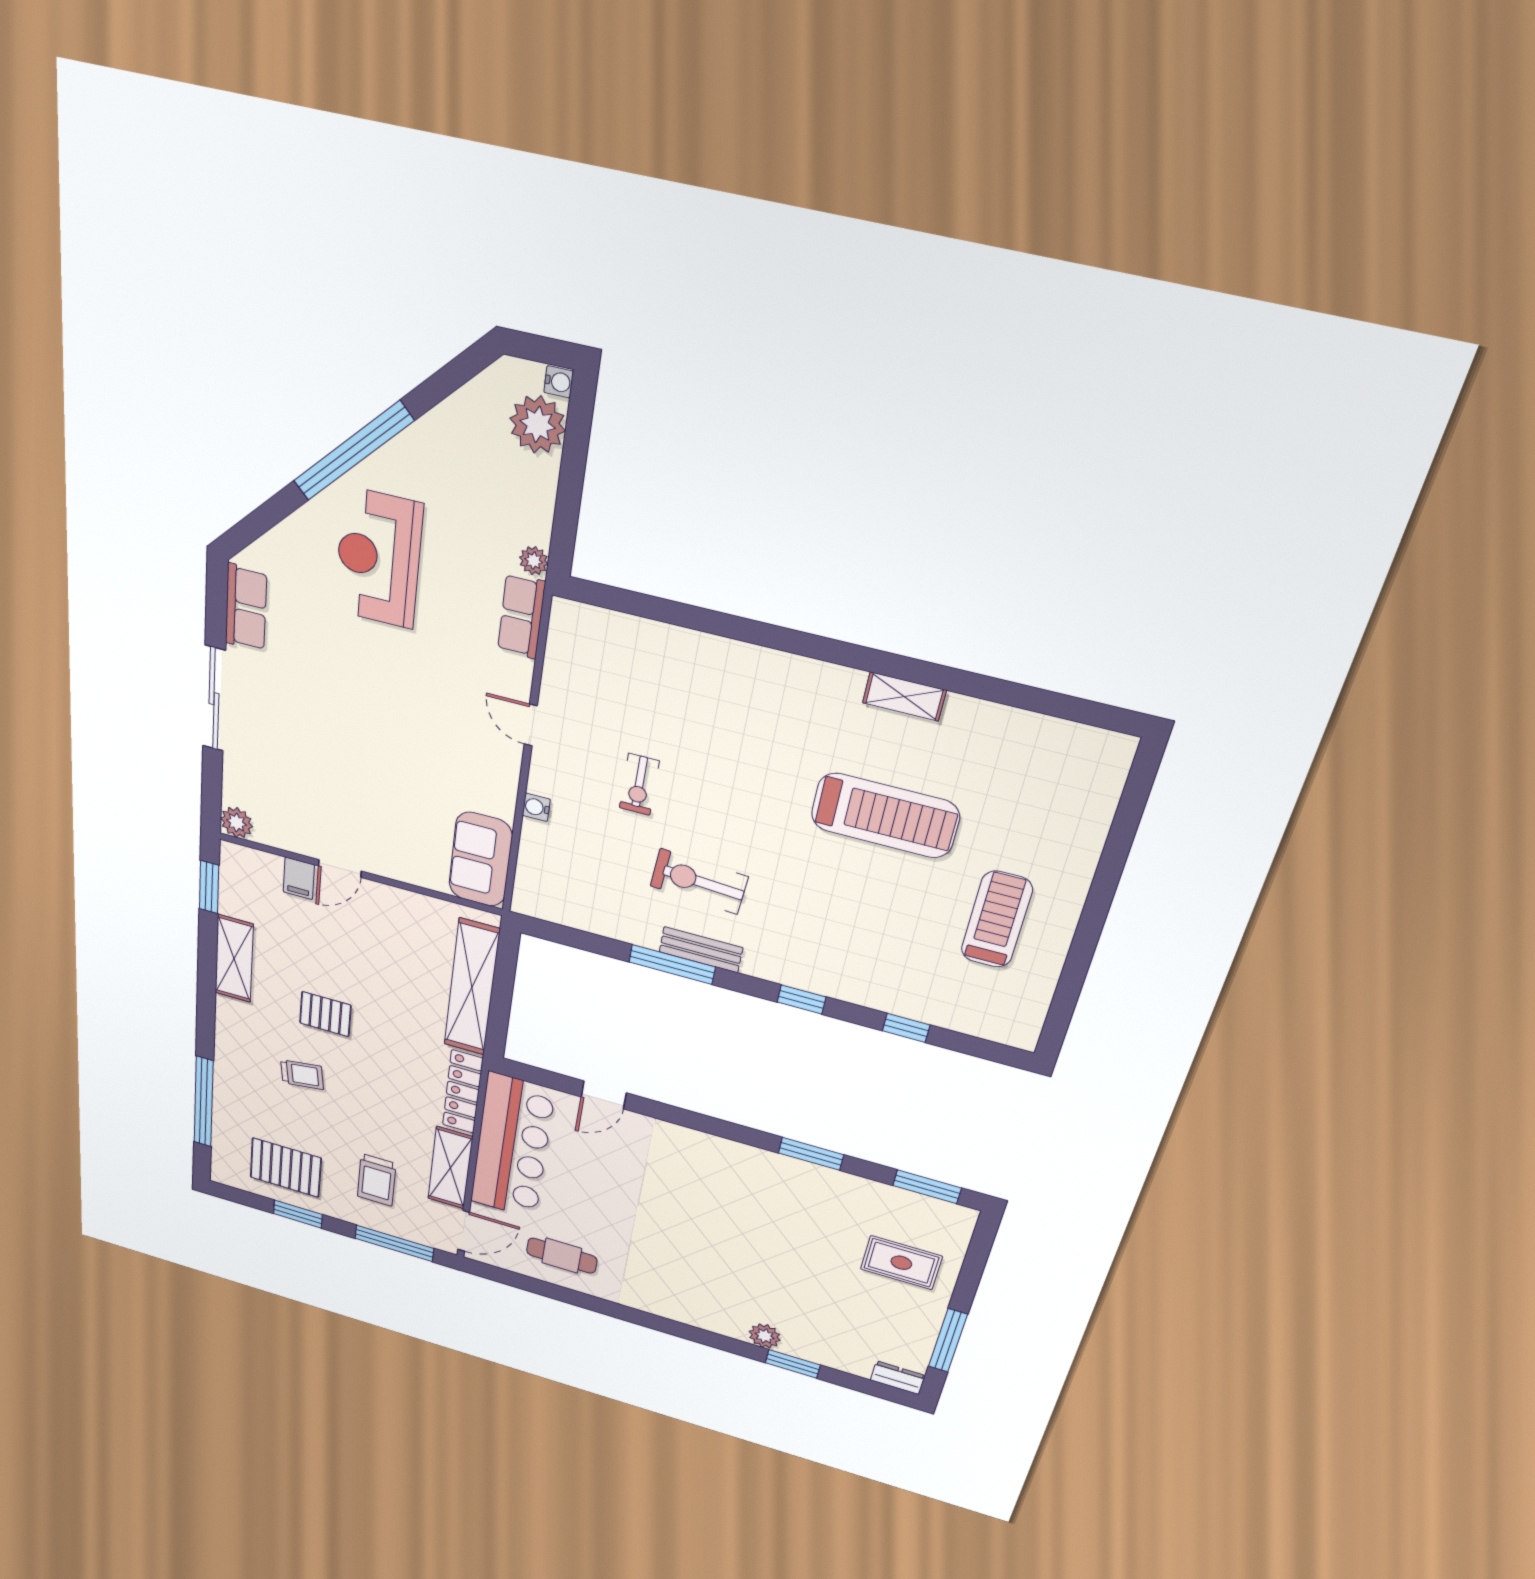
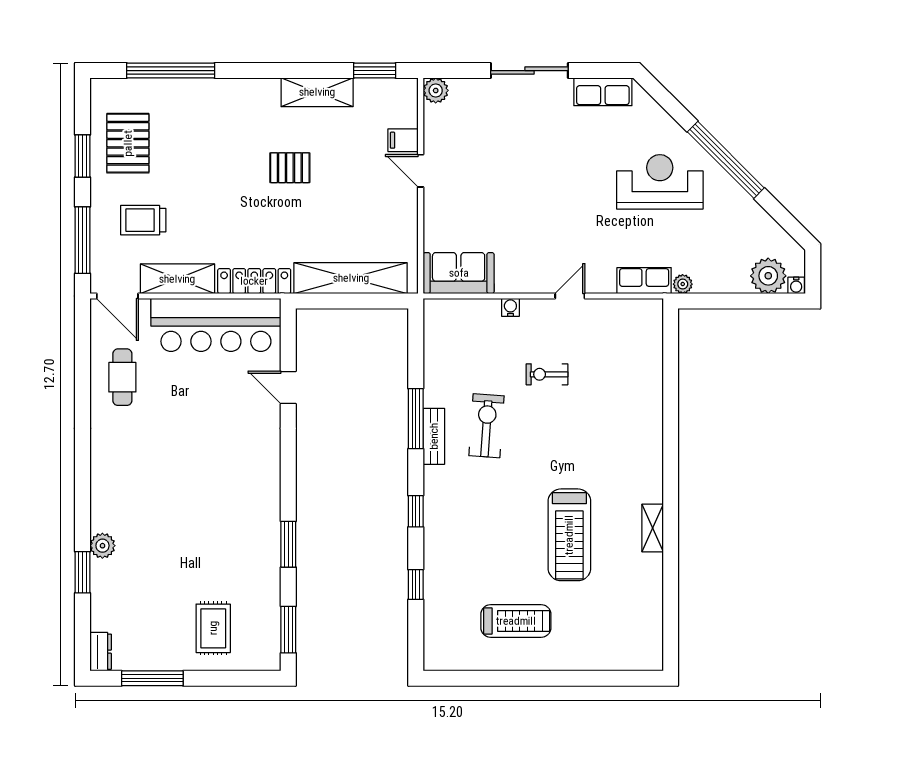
pallet: (325, 1014) -> (290, 168), turned 90
trolley: (302, 1075) -> (226, 152), removed

